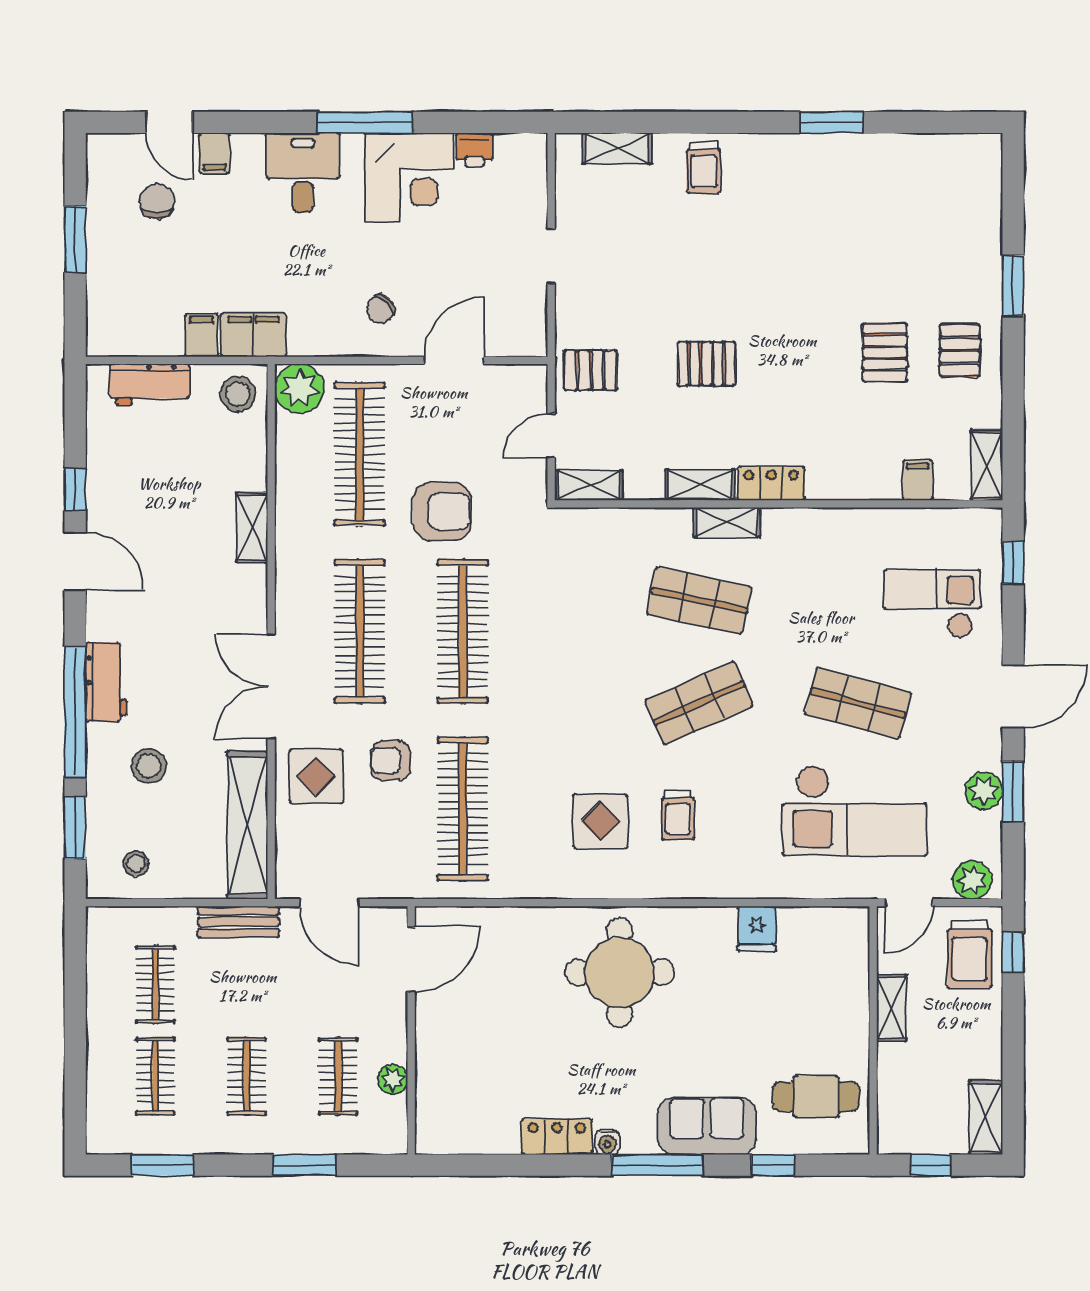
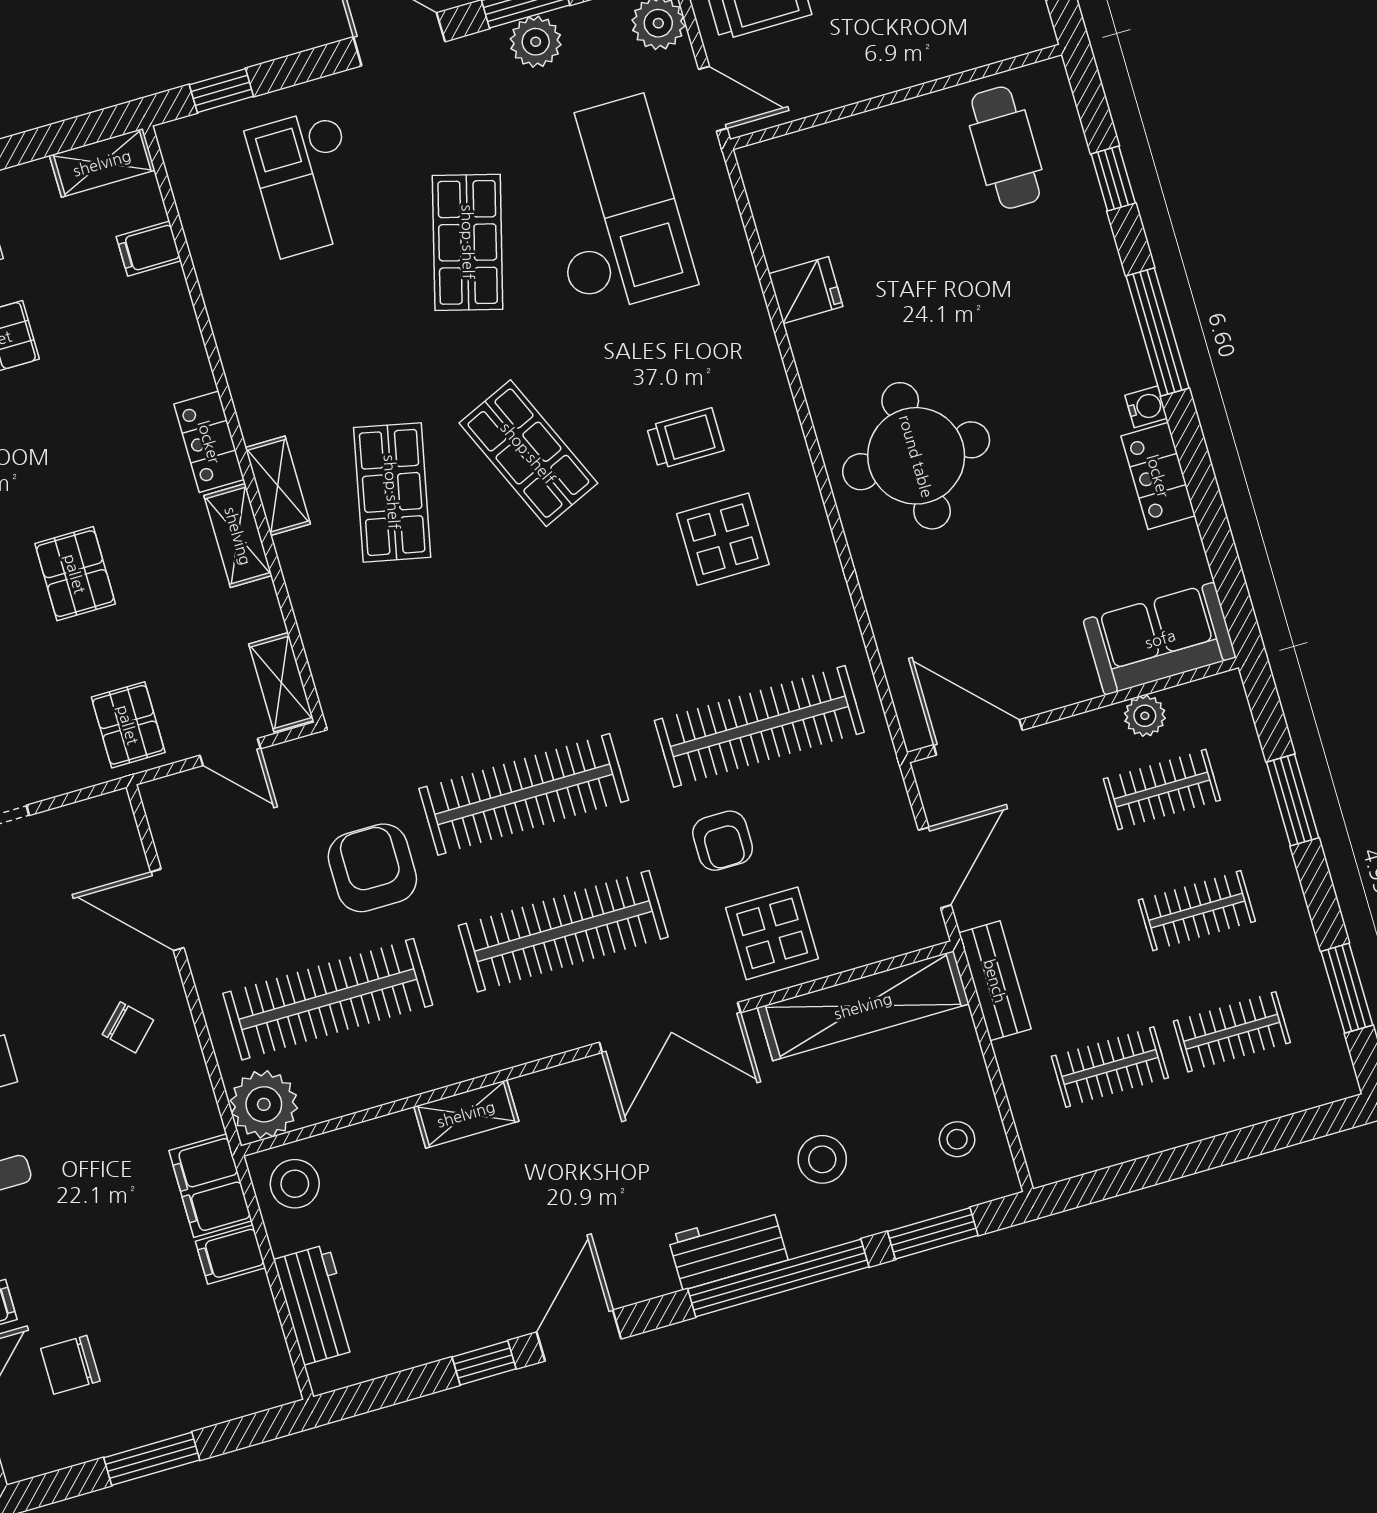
shelving: (891, 1008) -> (859, 81), removed
sofa: (707, 1126) -> (1160, 639), moved, turned 90

